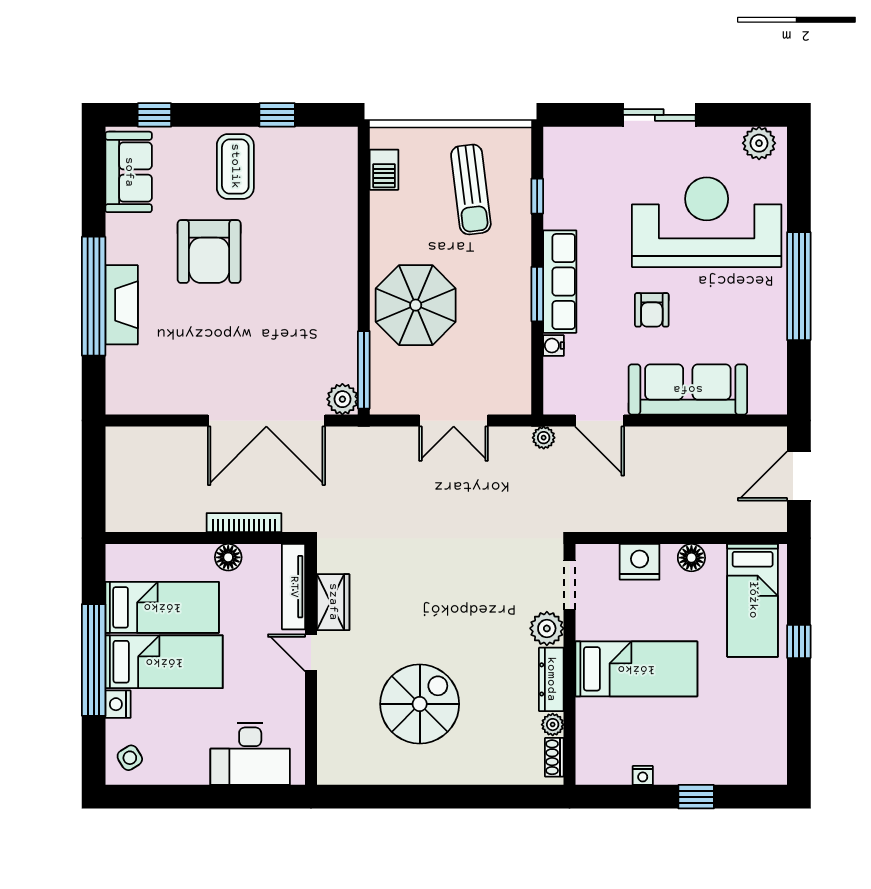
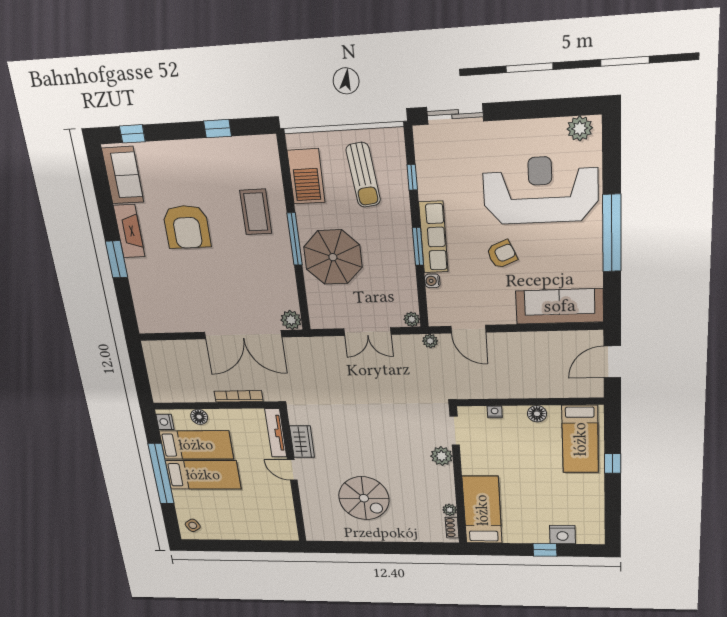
sliding door: (659, 115) -> (455, 114), moved
coffee table: (235, 166) -> (256, 212), moved
barbecue: (384, 170) -> (306, 176), width x1.88, depth x1.53
window: (94, 296) -> (117, 259), width x0.47
fireplace: (122, 305) -> (129, 231), moved
armchair: (652, 310) -> (502, 254), turned -113
window: (364, 370) -> (295, 239), moved
sofa: (688, 389) -> (560, 306), moved
plant: (520, 403) -> (412, 319), added
floor lamp: (228, 557) -> (199, 417), moved
nightstand: (640, 562) -> (495, 412), width x0.53, depth x0.56
bed: (636, 669) -> (482, 510), moved, turned -90
dresser: (551, 679) -> (447, 485), removed
nightstand: (118, 704) -> (165, 422), moved
spiral stairs: (420, 704) -> (364, 498), turned 90
desk: (250, 754) -> (264, 524), removed
nightstand: (643, 775) -> (562, 535), moved, width x1.89, depth x1.79

